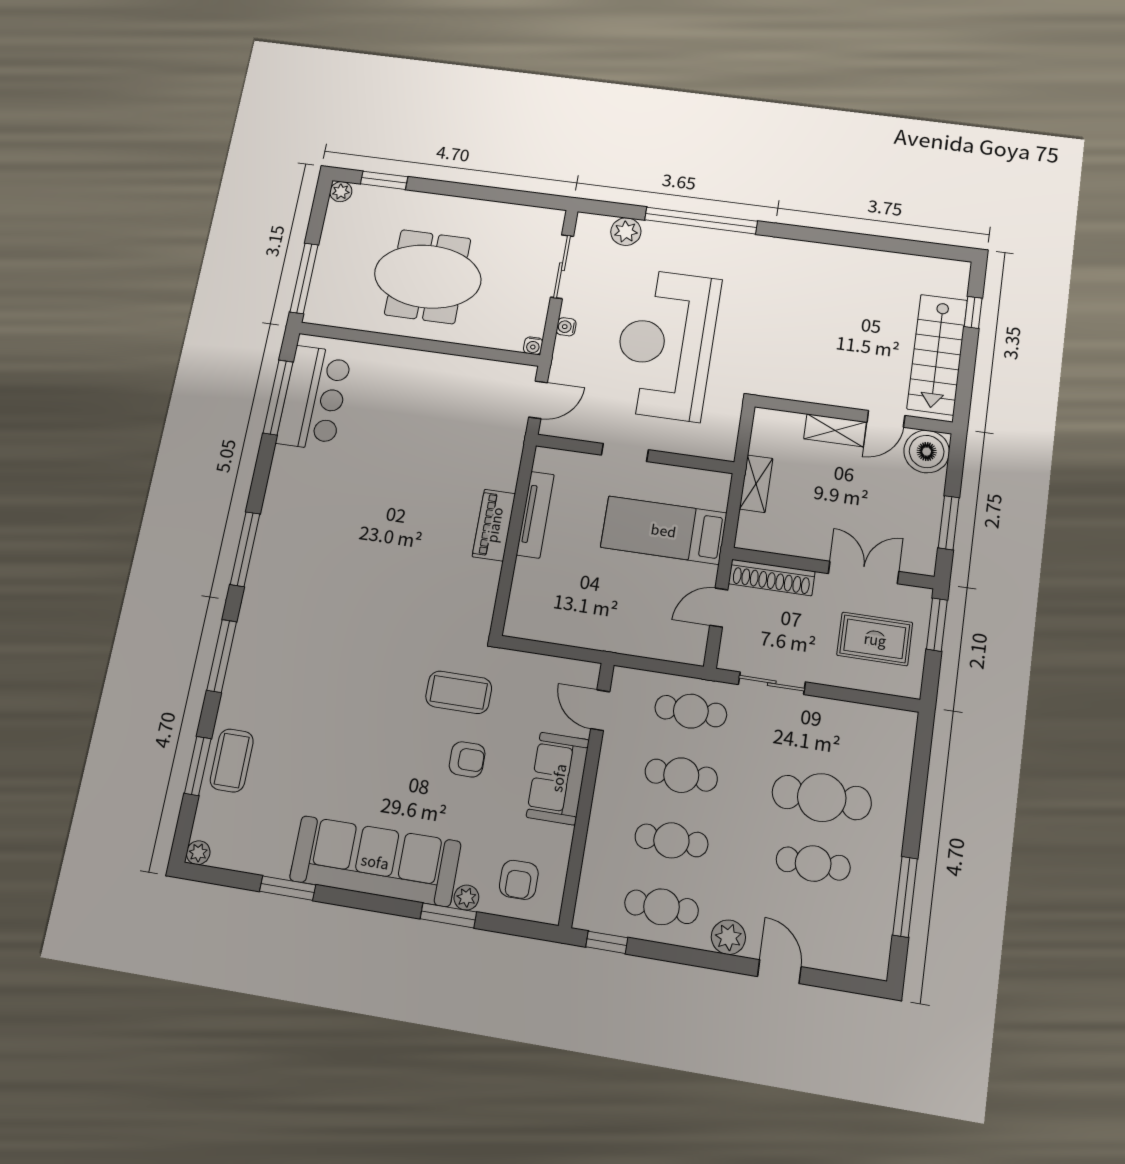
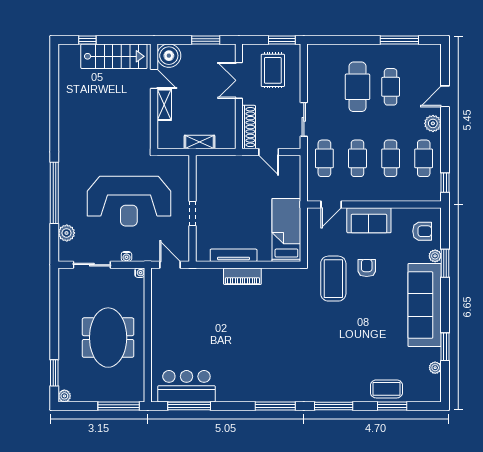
bed: (664, 530) -> (286, 230), moved, turned 180
window: (937, 625) -> (282, 40), moved
coffee table: (459, 692) -> (333, 279), width x1.36, depth x1.32
plant: (198, 853) -> (435, 368), moved

